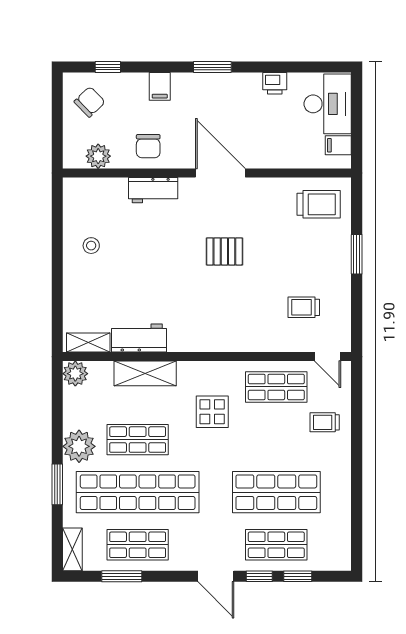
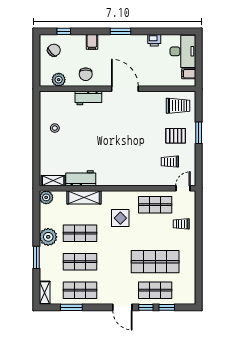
pallet: (224, 251) -> (176, 136), moved
door: (328, 357) -> (183, 188), swing flipped
shop shelf: (138, 492) -> (80, 262), width x0.50, depth x0.74

